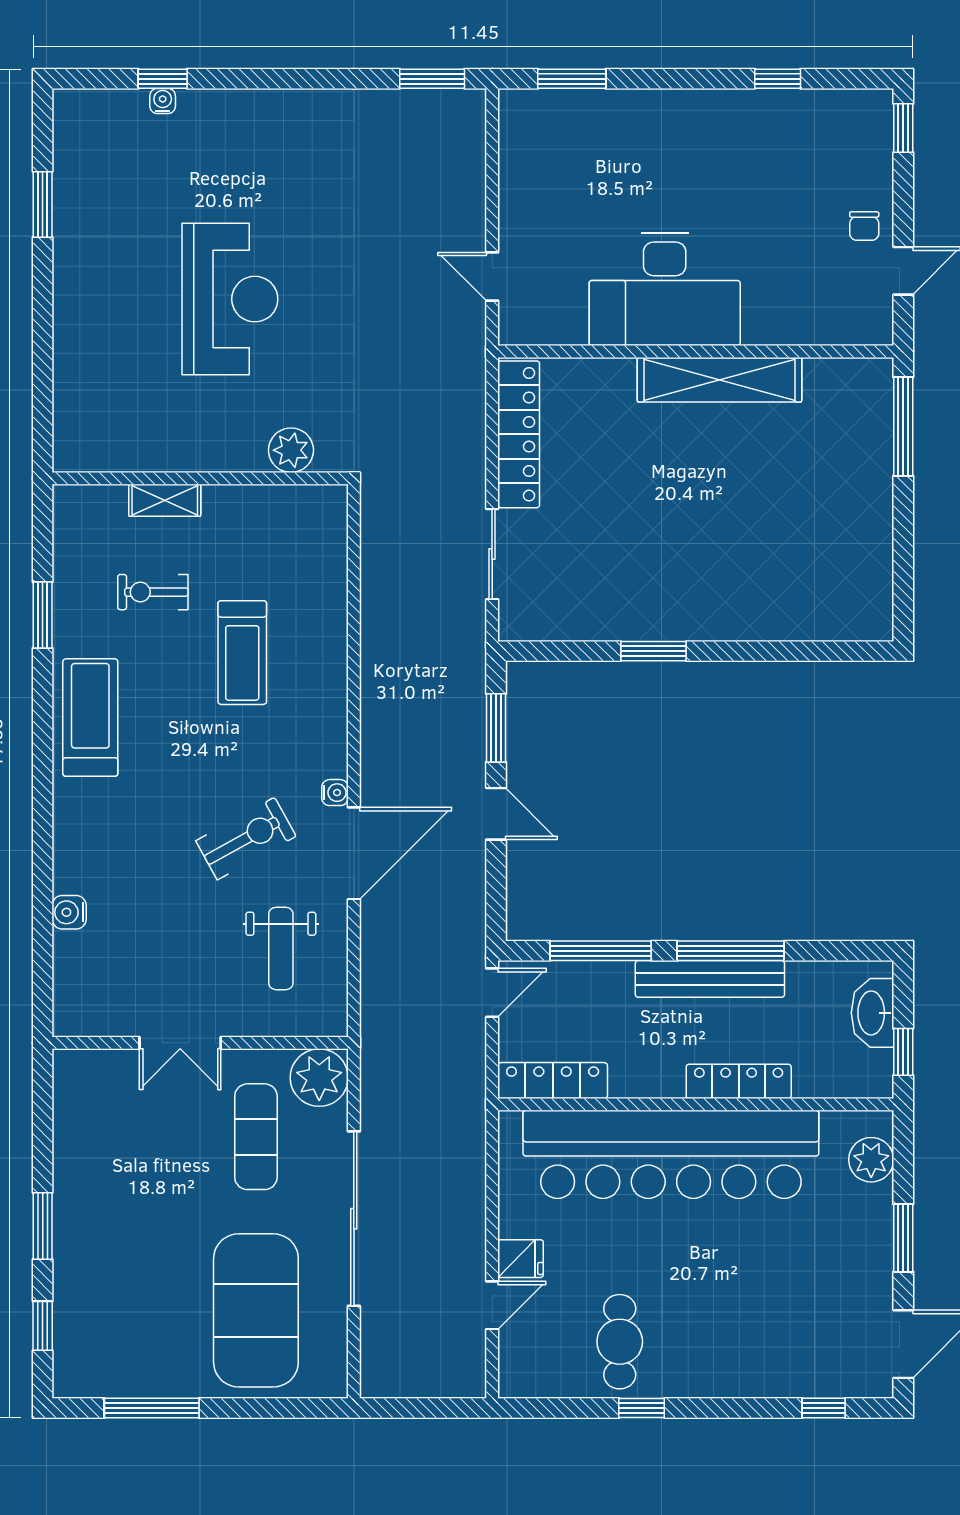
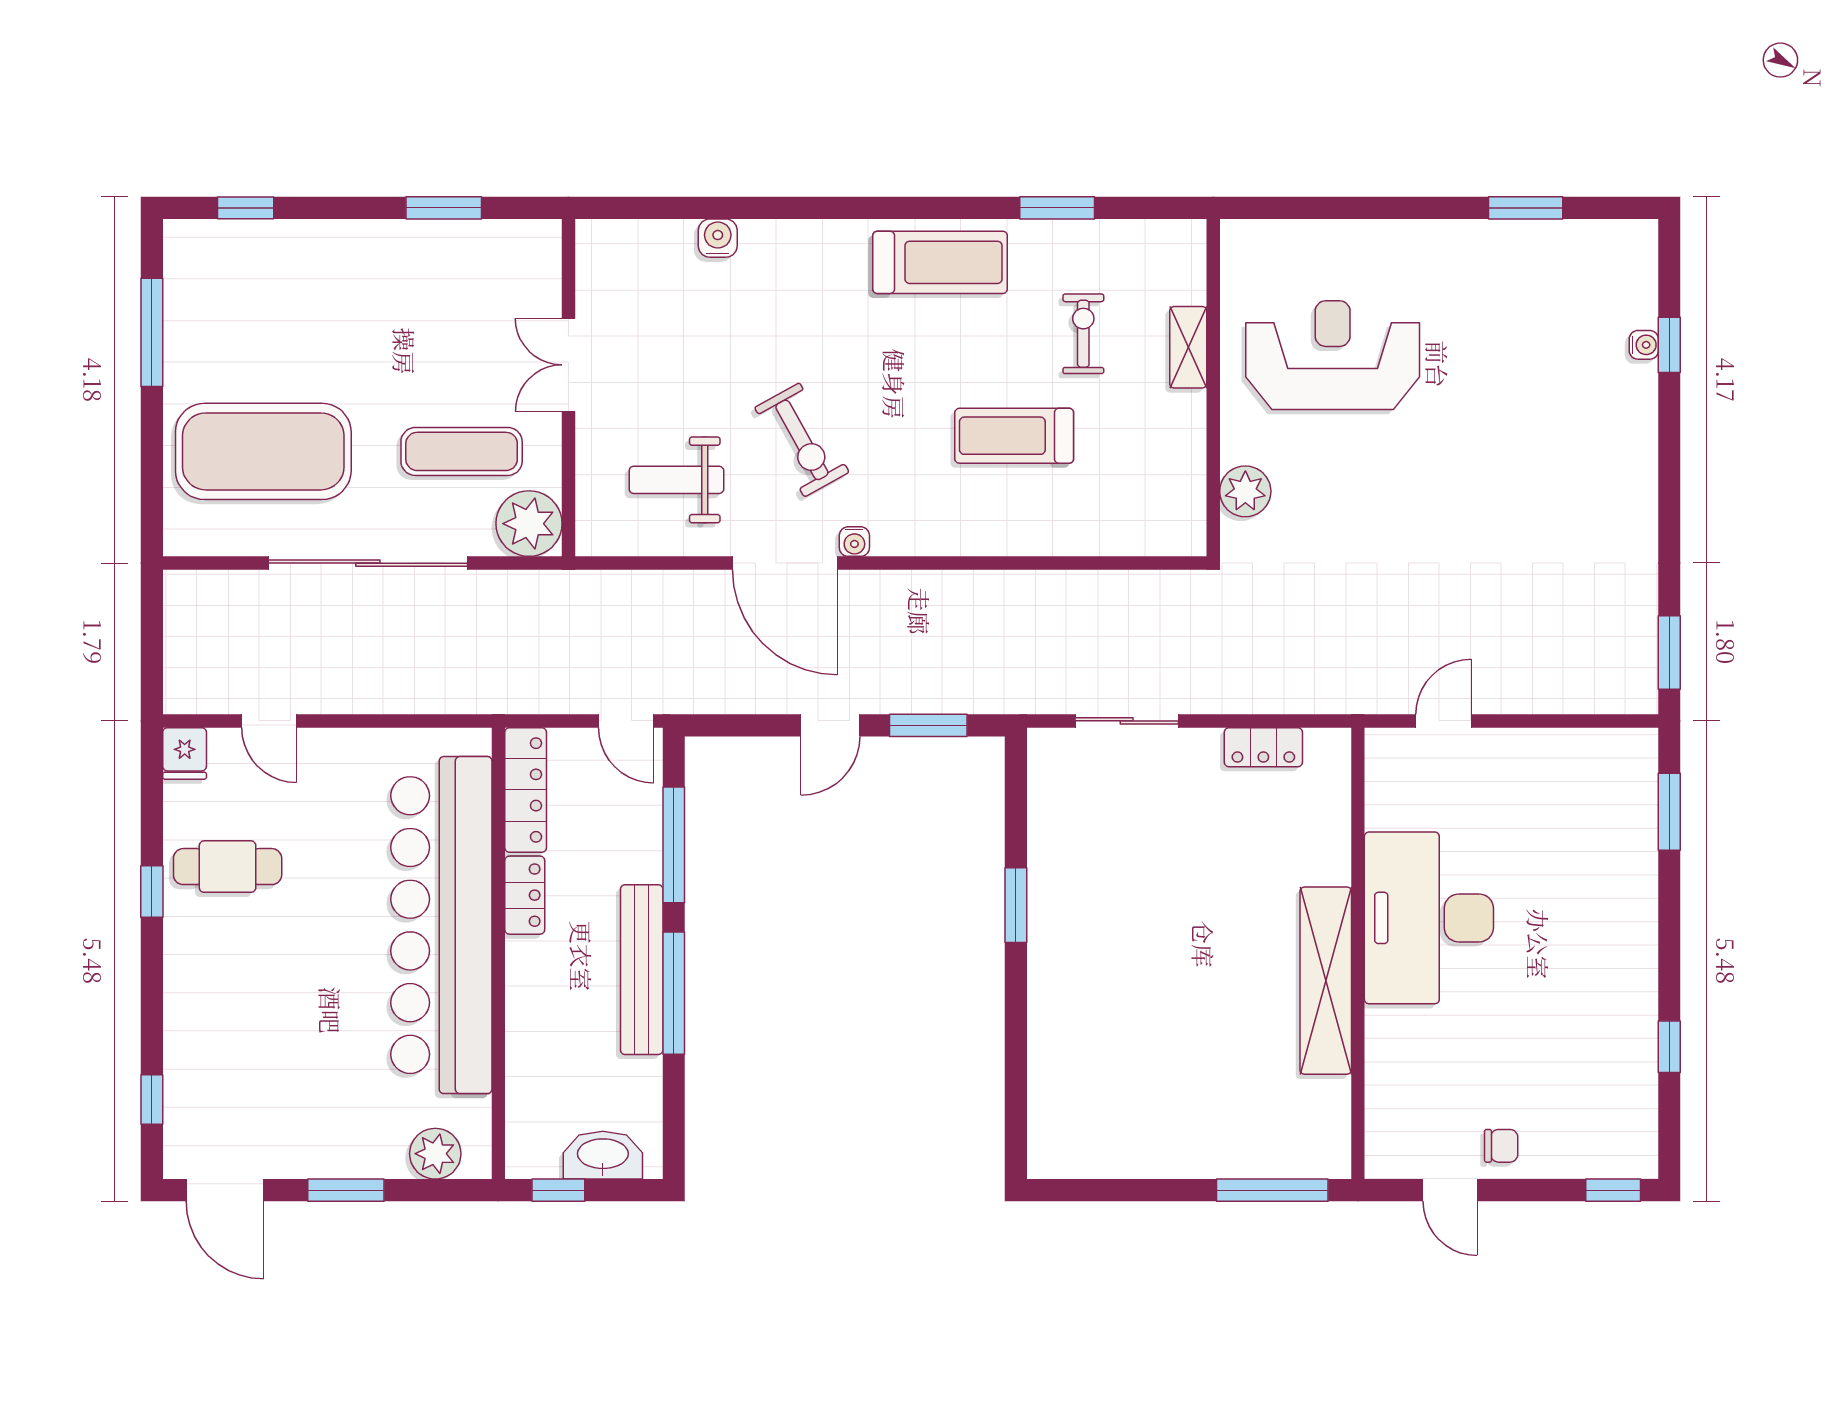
chair: (864, 226) -> (1501, 1146), turned 180
reception desk: (230, 299) -> (1333, 355), moved, turned 180
locker: (519, 434) -> (1263, 747), width x0.46, depth x0.83
locker: (739, 1081) -> (525, 895), moved, width x0.66
window: (43, 1226) -> (444, 208), moved
fridge: (521, 1259) -> (185, 753), moved

